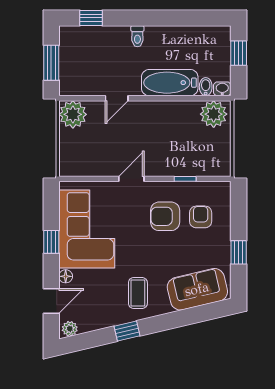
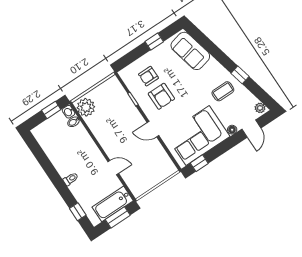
window: (239, 53) -> (51, 110), moved
bathtub: (170, 83) -> (113, 204), moved, turned 90
plant: (73, 114) -> (139, 186), removed
window: (51, 242) -> (199, 163), moved
coffee table: (138, 293) -> (223, 91), moved
door: (51, 301) -> (251, 129), swing flipped

